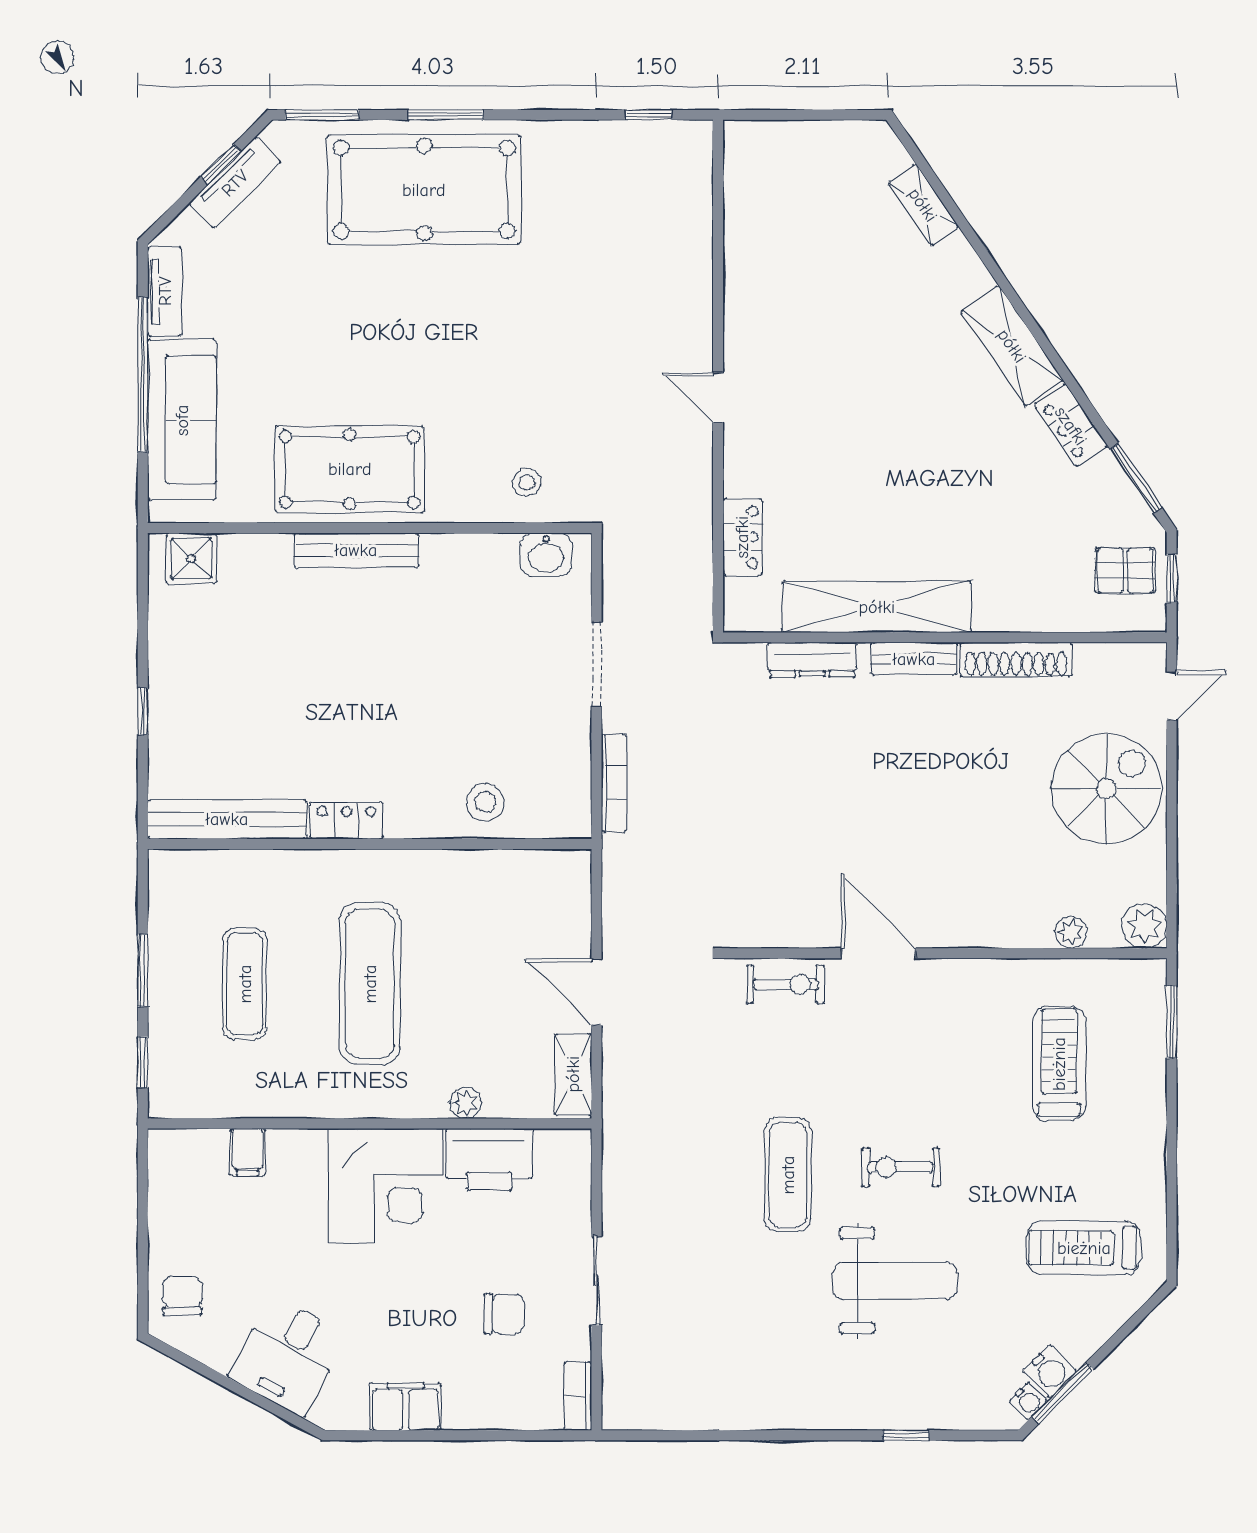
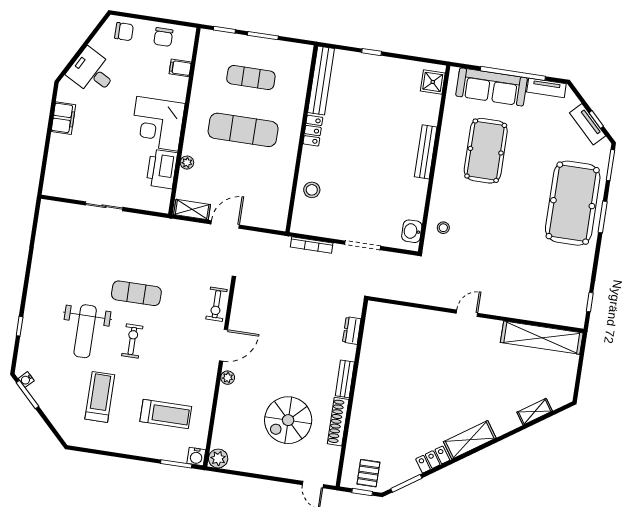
pool table: (350, 469) -> (486, 151), moved
locker: (742, 537) -> (407, 315), removed
shelving: (877, 607) -> (542, 338), moved, turned 90
dresser: (812, 660) -> (352, 330), width x0.70
spiral stairs: (1107, 789) -> (288, 420), moved, turned 90
plant: (1071, 932) -> (228, 378), moved
treadmill: (1084, 1248) -> (100, 397), moved
chair: (504, 1314) -> (163, 37), moved
water cooler: (1050, 1371) -> (196, 457), moved, turned -45
bookcase: (578, 1396) -> (57, 191), removed

